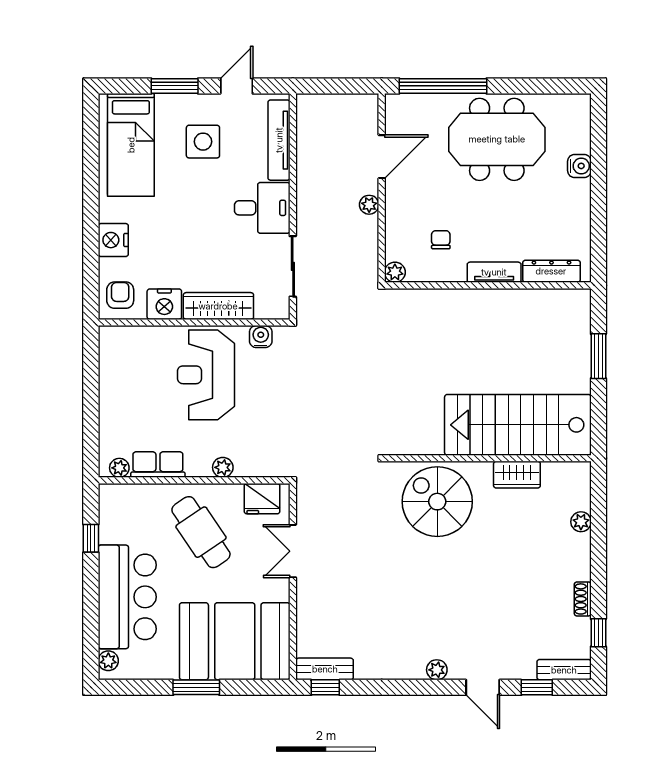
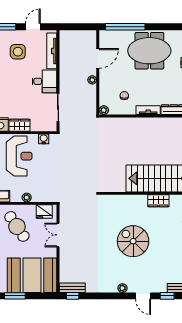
wardrobe: (218, 306) -> (20, 125), width x0.67
reception desk: (206, 375) -> (19, 156), turned 180
spiral stairs: (437, 502) -> (133, 241), moved

